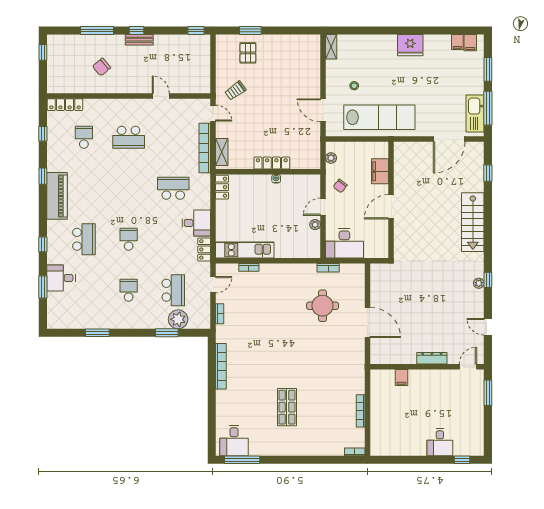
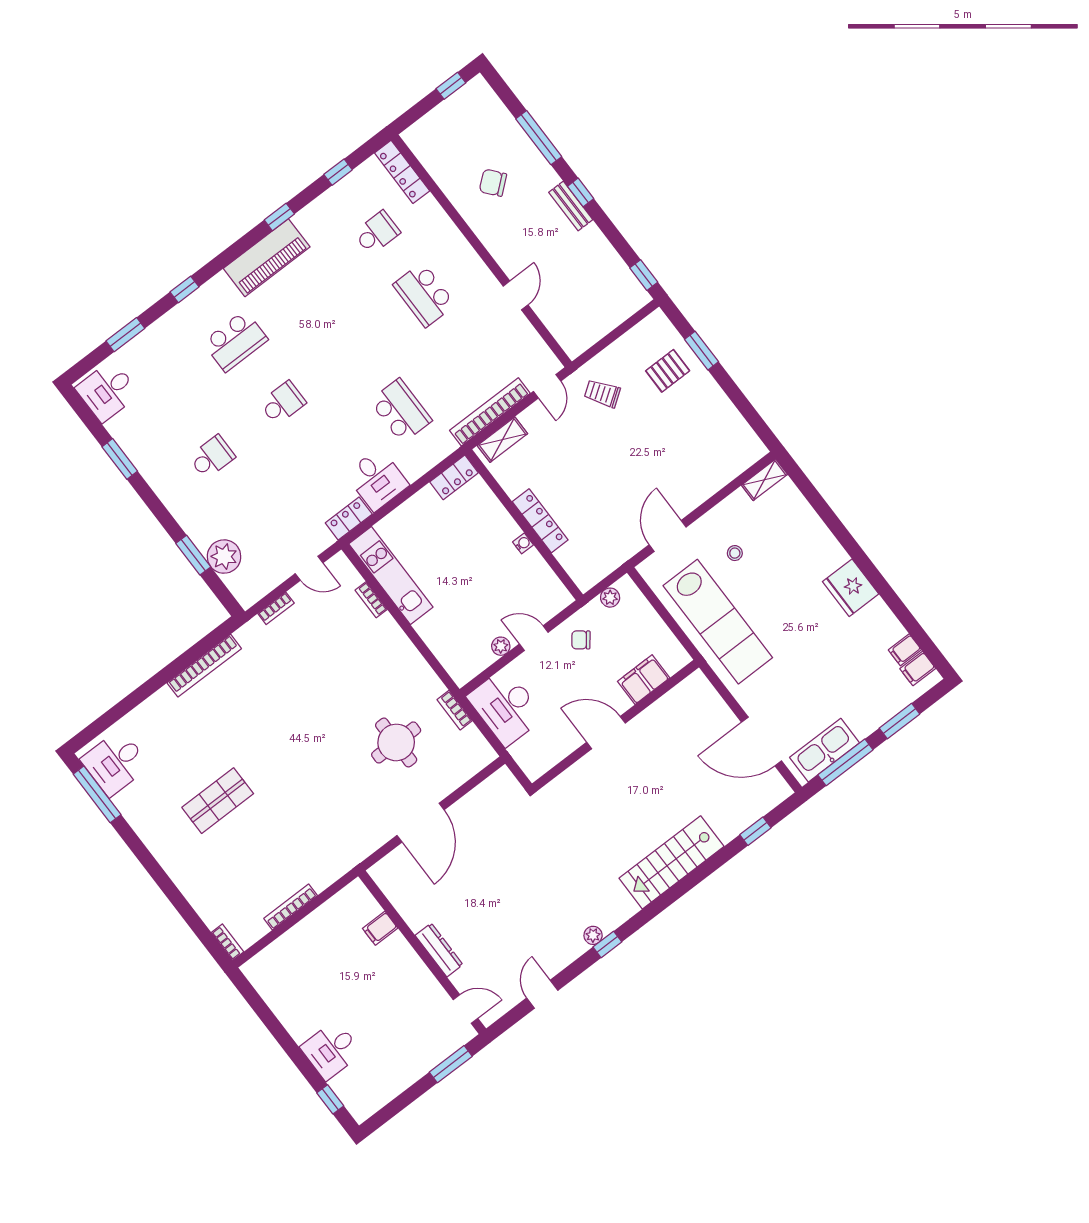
desk: (61, 278) -> (107, 391), moved, turned -90
school desk: (173, 290) -> (259, 519), removed

